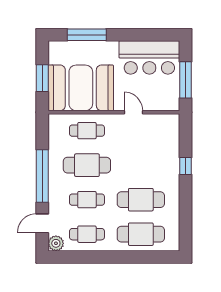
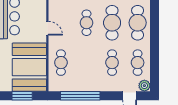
door: (133, 112) -> (47, 28), swing flipped
cafe table: (87, 165) -> (86, 23), moved, width x0.73, depth x0.74
window: (42, 176) -> (80, 96), moved

